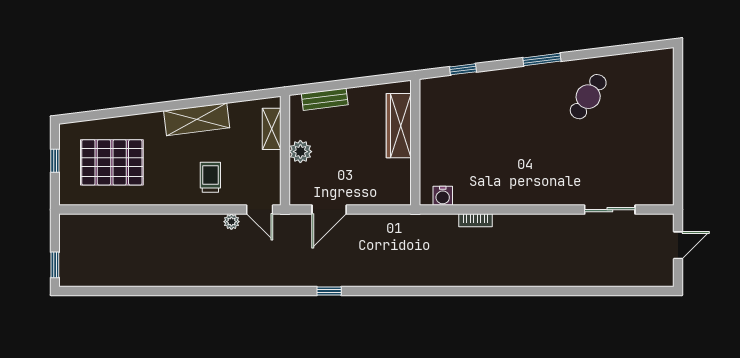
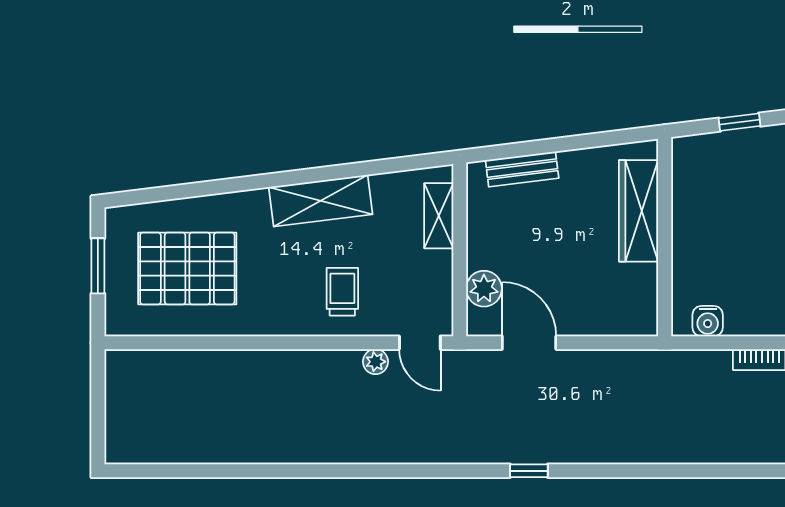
plant: (300, 152) -> (484, 289), moved
window: (55, 161) -> (98, 266), width x1.50
door: (329, 210) -> (529, 343), swing flipped
window: (55, 265) -> (98, 430), removed

